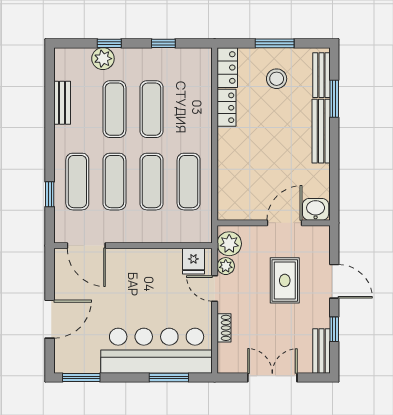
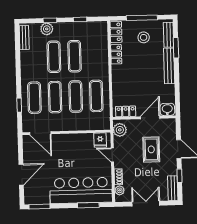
window: (275, 43) -> (142, 18), width x1.44
bench: (62, 103) -> (24, 38), moved
locker: (241, 211) -> (126, 111), added
plant: (226, 266) -> (120, 190), moved

